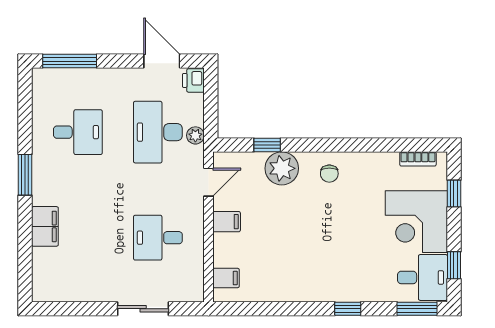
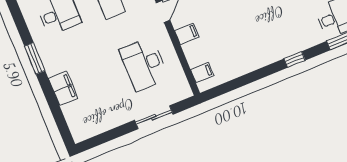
desk: (158, 238) -> (144, 64), width x1.37

